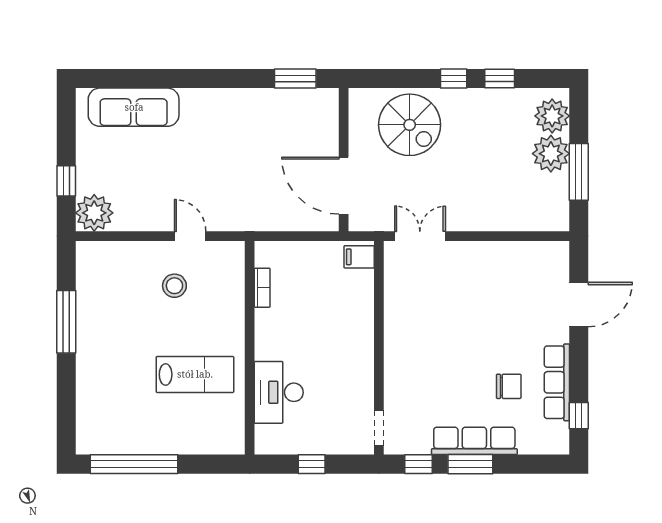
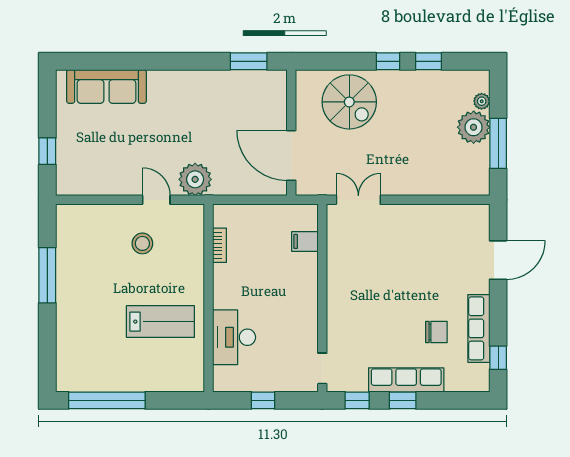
plant: (552, 116) -> (482, 101), width x0.53, depth x0.53
plant: (94, 213) -> (195, 179), moved
filing cabinet: (359, 257) -> (305, 241), moved
window: (470, 464) -> (403, 400), width x0.67

